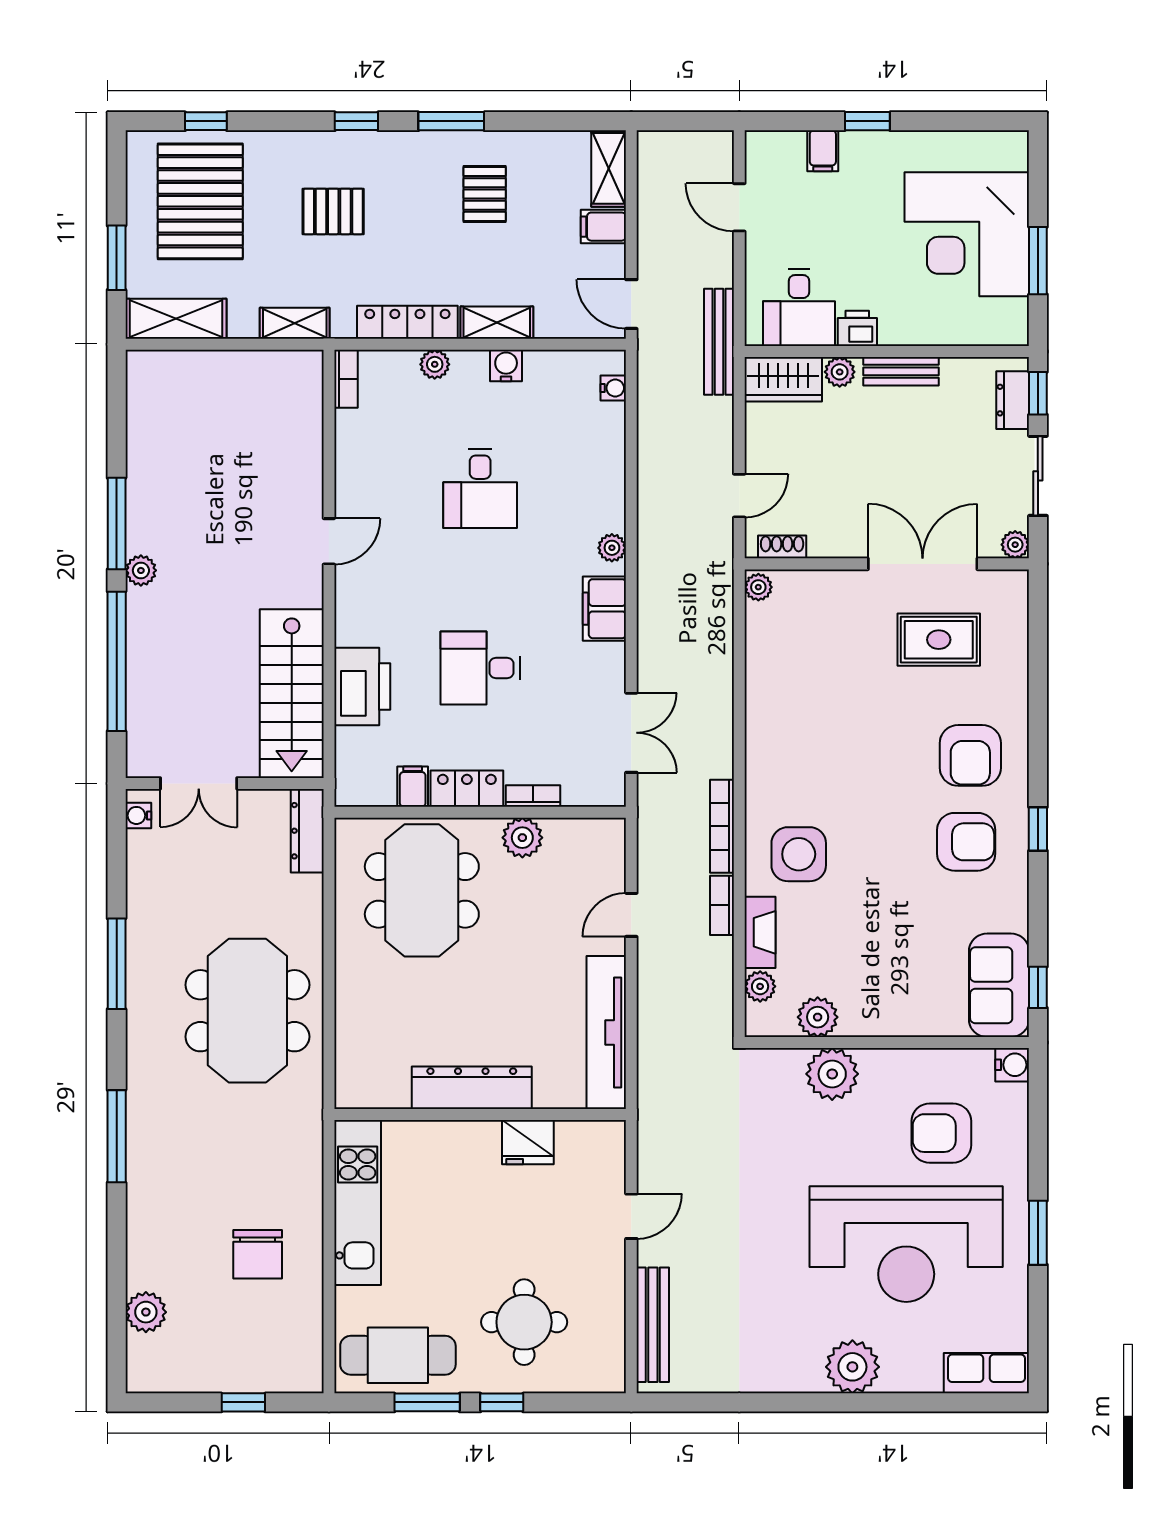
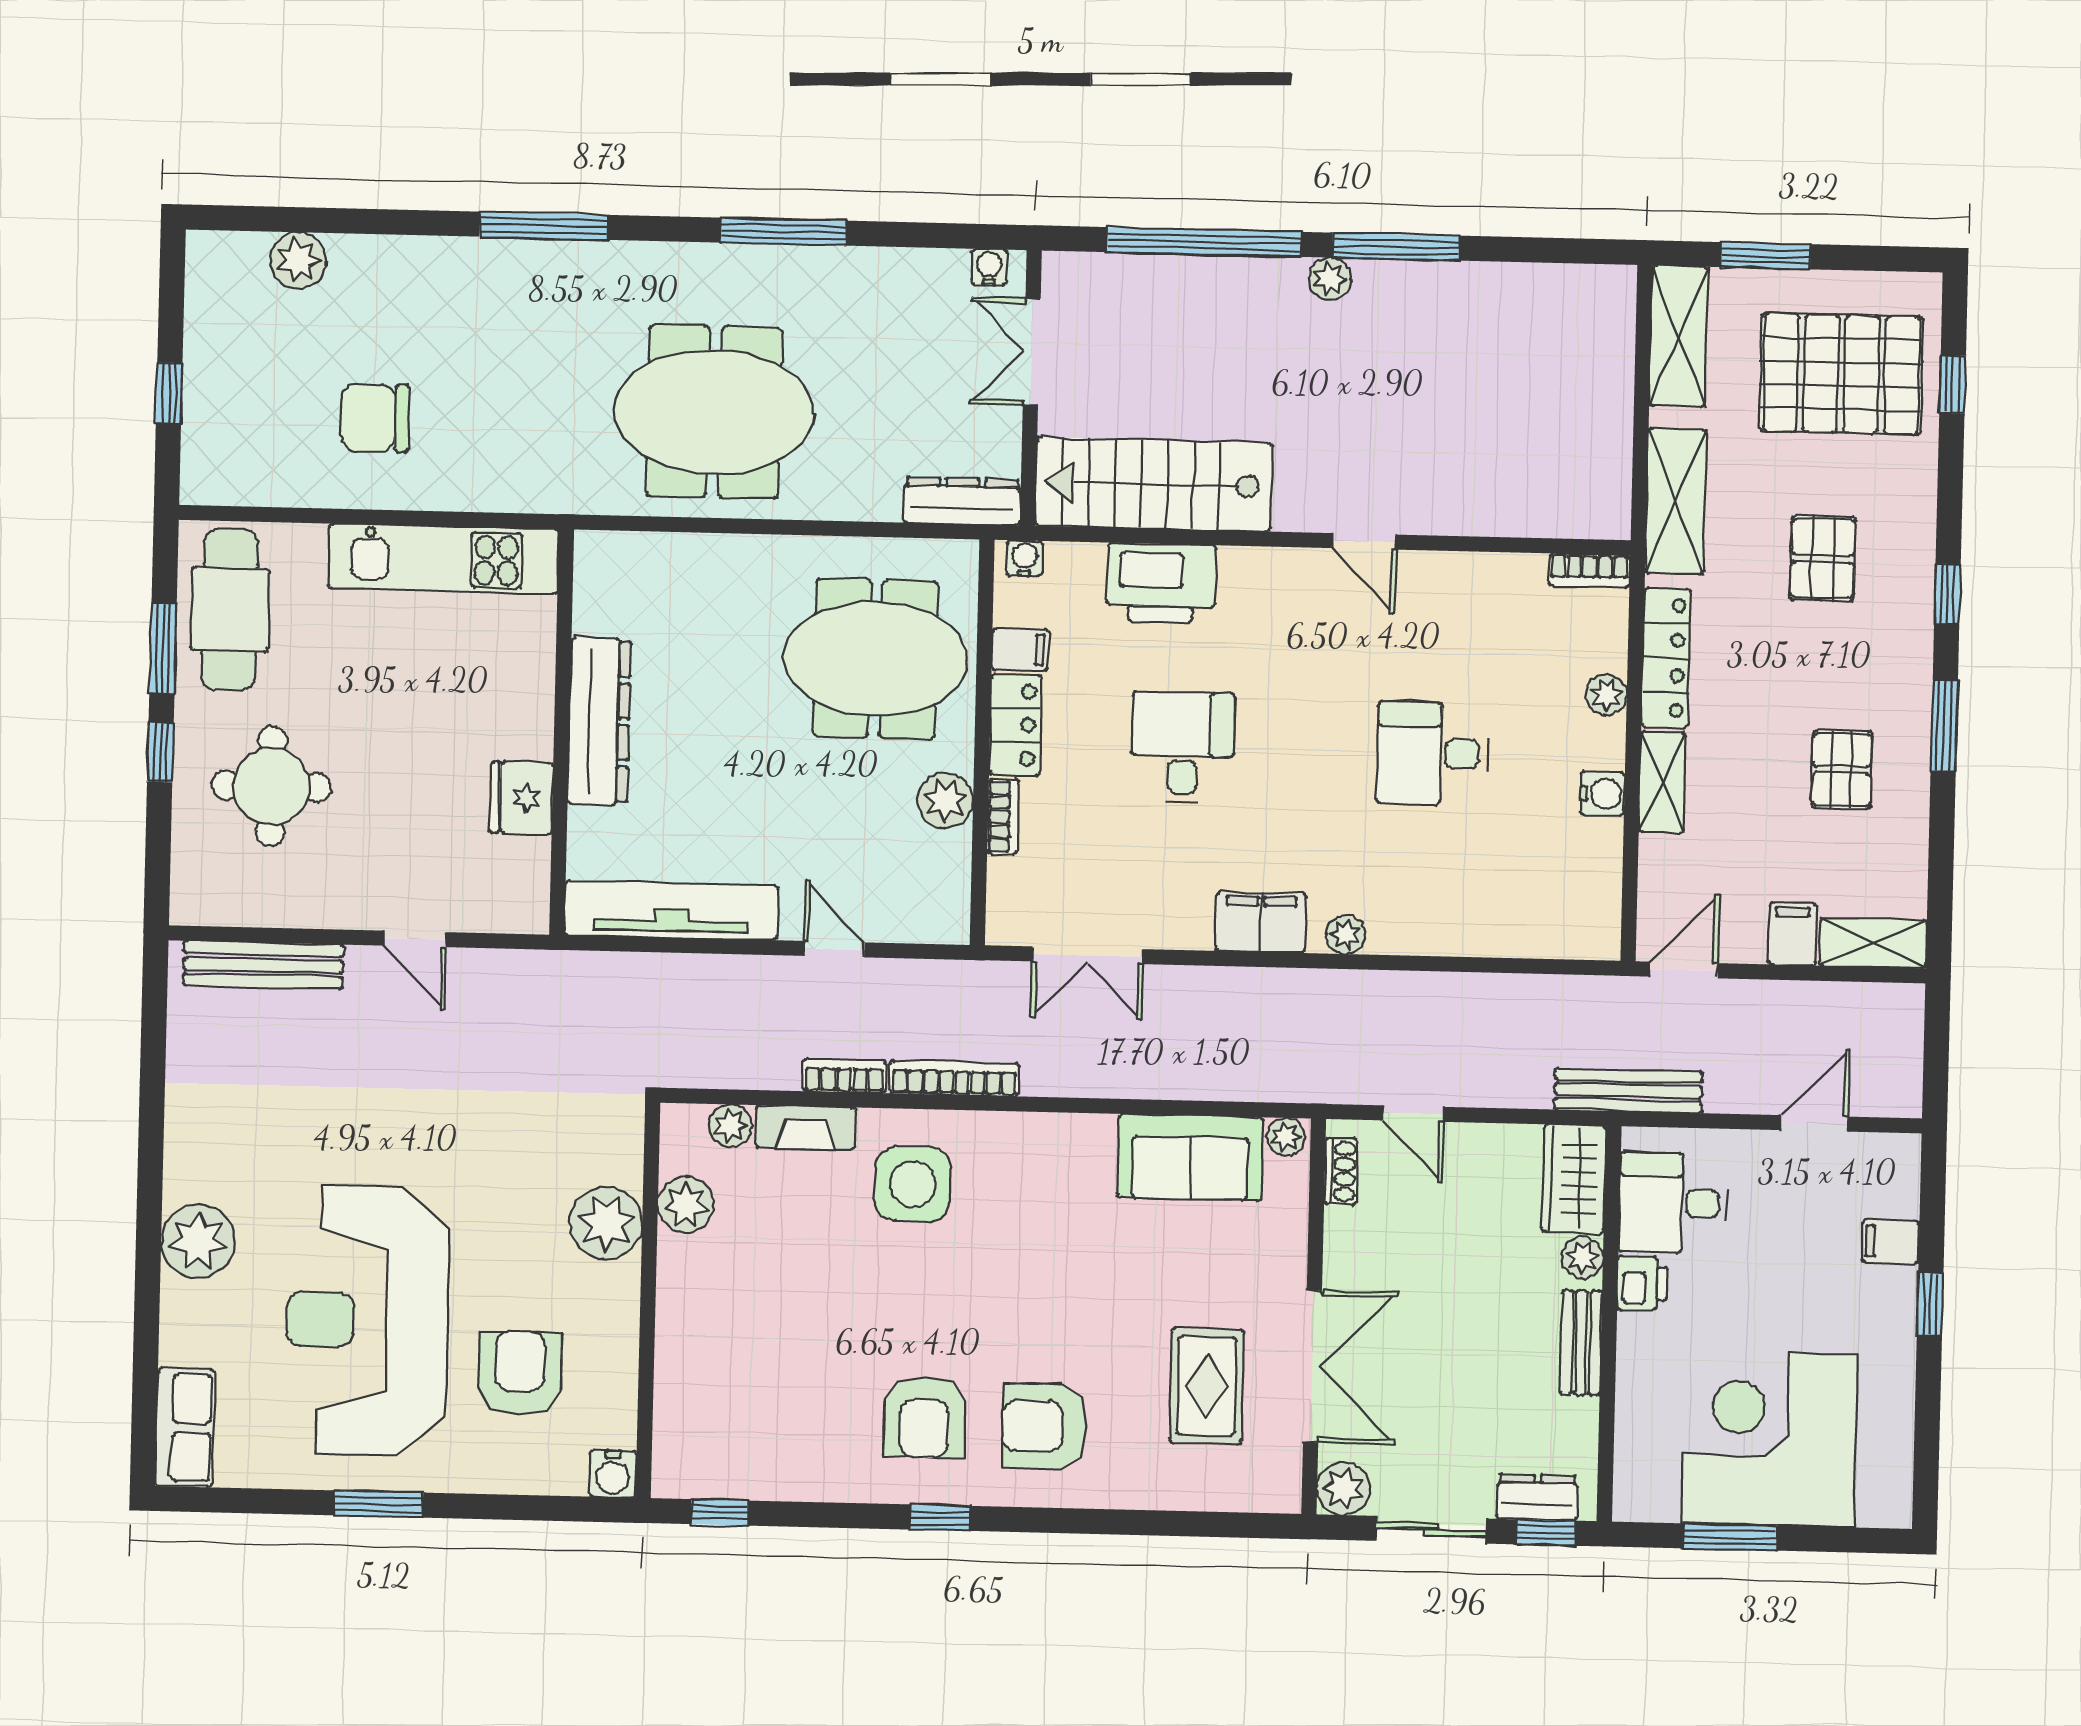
pallet: (485, 194) -> (1842, 770), turned 90
shelving: (295, 323) -> (1676, 501), width x1.50, depth x1.33
water cooler: (613, 388) -> (1025, 558), moved, turned 180
plant: (1015, 545) -> (1344, 1489), width x1.38, depth x1.38
sofa: (999, 985) -> (1190, 1157), moved, turned 180

